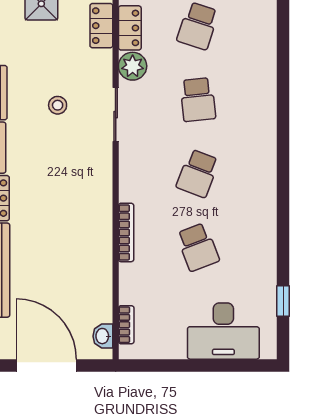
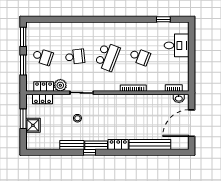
school desk: (198, 173) -> (107, 57), width x1.85
school desk: (198, 247) -> (140, 57), turned 42
desk: (223, 331) -> (177, 45), width x0.73

